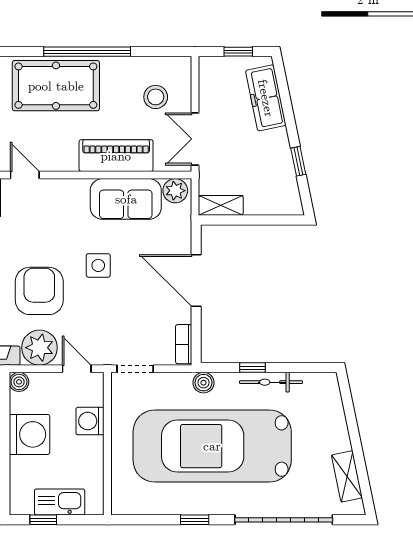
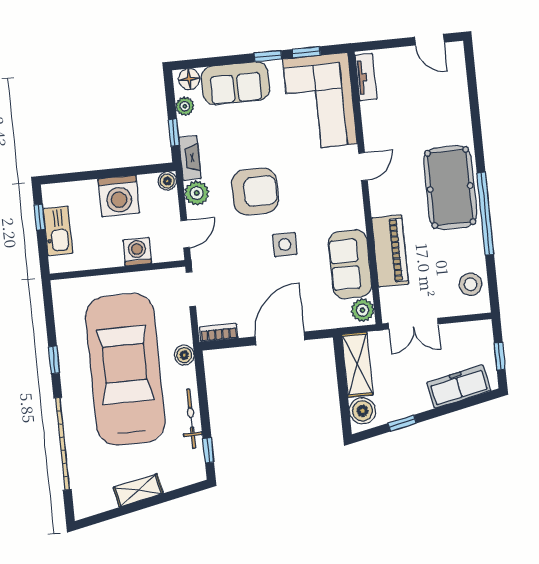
stool: (156, 97) -> (471, 284), moved
double door: (195, 139) -> (413, 324), swing flipped
boiler: (281, 202) -> (363, 411), added
shelving: (221, 205) -> (357, 365), width x1.50, depth x1.33
plant: (40, 348) -> (197, 193), width x0.73, depth x0.73
window: (252, 368) -> (208, 450), moved
shelving: (347, 476) -> (138, 490), moved

